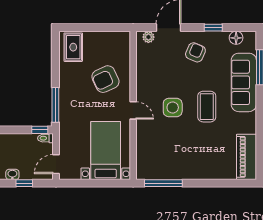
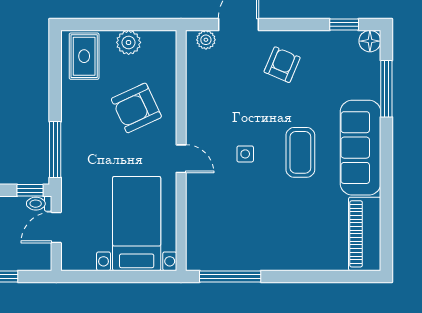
window: (213, 28) -> (344, 25), moved
floor lamp: (236, 38) -> (370, 41), moved
plant: (101, 39) -> (129, 42), added
sofa: (244, 82) -> (360, 148), moved
side table: (173, 107) -> (245, 154), width x0.54, depth x0.54
door: (56, 164) -> (56, 227), moved

